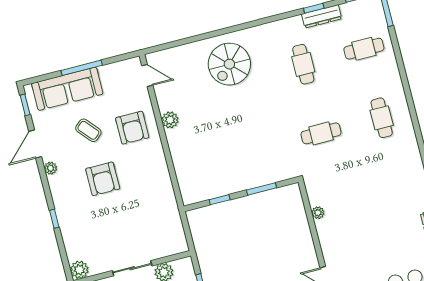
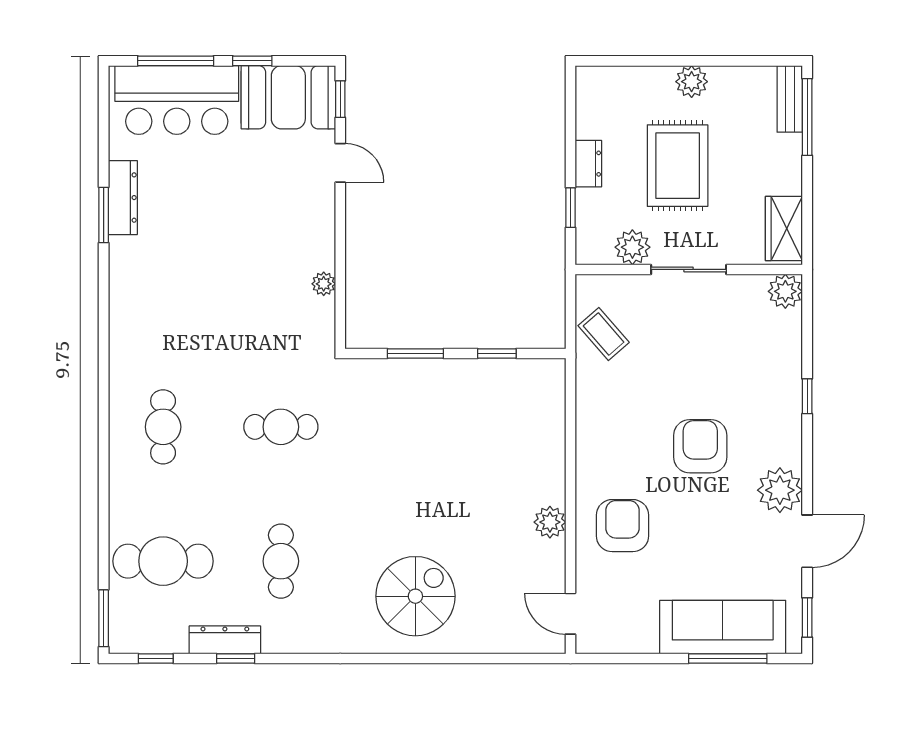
cafe table: (364, 49) -> (163, 561), width x1.37, depth x1.35
window: (82, 68) -> (728, 659), moved
coffee table: (88, 130) -> (604, 334), moved
plant: (50, 168) -> (780, 490), width x1.88, depth x1.88

